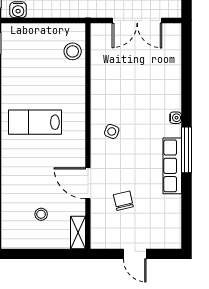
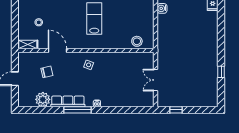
double door: (137, 21) -> (156, 80), width x0.73
door: (88, 183) -> (57, 50), hinge flipped
plant: (169, 208) -> (43, 99), added

